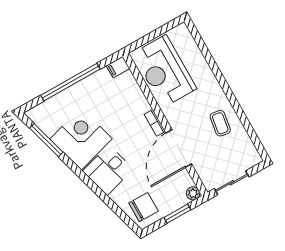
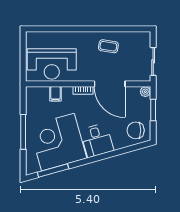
filing cabinet: (118, 67) -> (56, 94), moved
window: (70, 82) -> (23, 132), width x0.68
corner desk: (81, 139) -> (58, 142), width x1.36, depth x1.36
chair: (143, 207) -> (136, 130), turned -90

